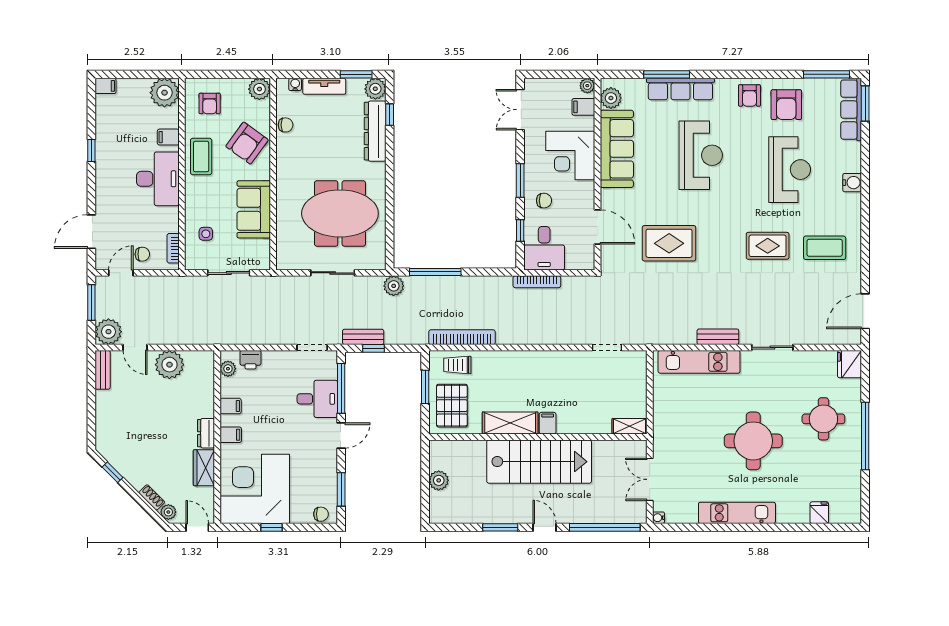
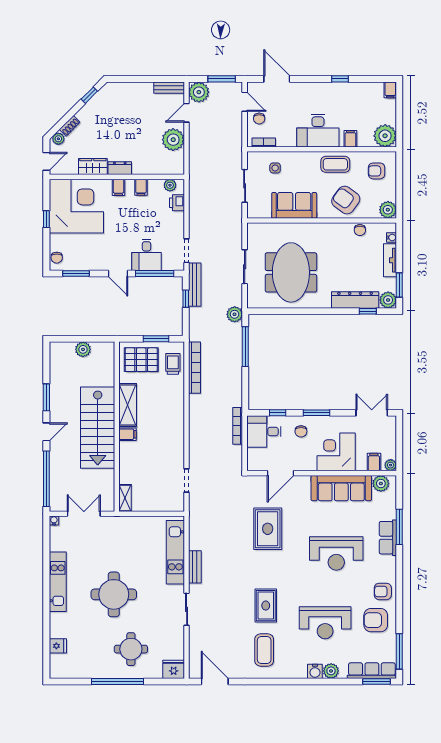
row of seats: (680, 89) -> (388, 538), width x0.68
plant: (851, 162) -> (331, 671), added
bench: (363, 337) -> (195, 285), width x1.36

